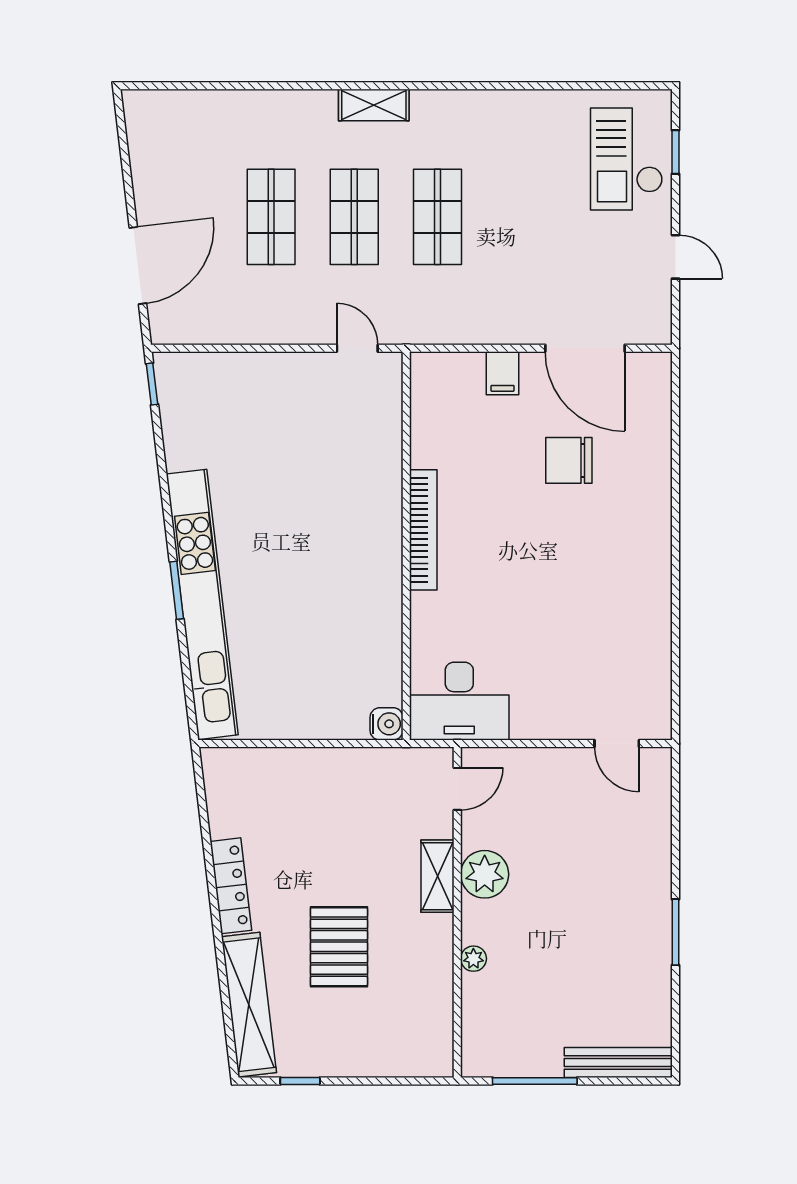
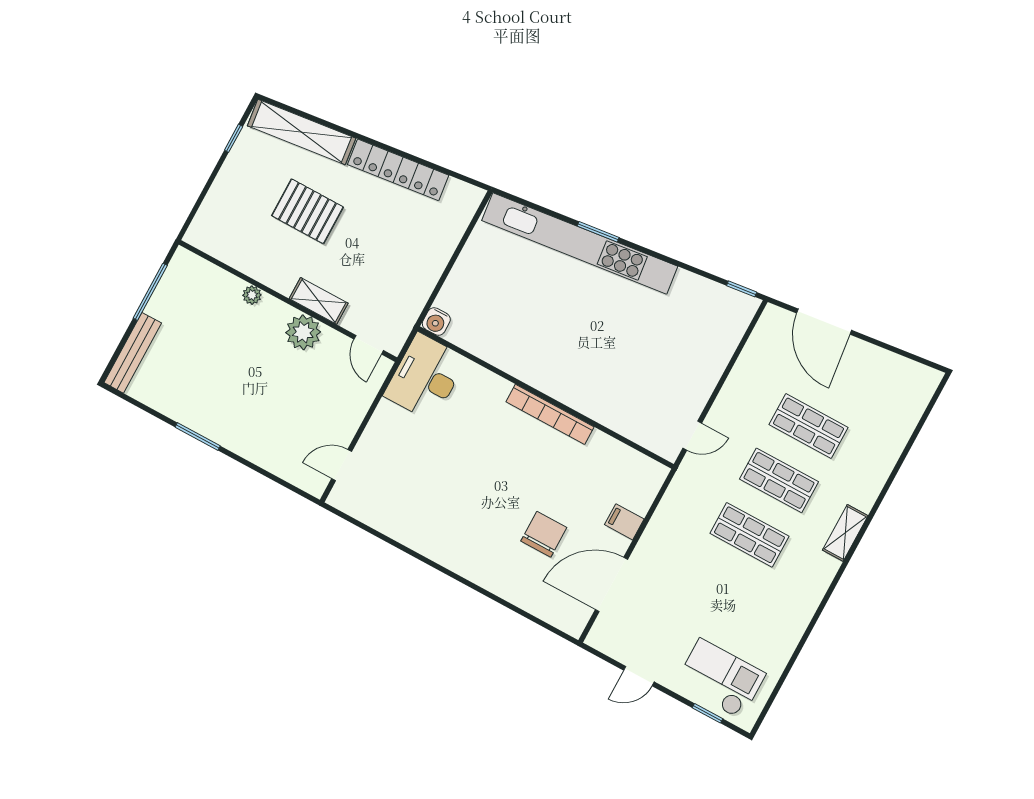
locker: (231, 886) -> (398, 170), width x1.41, depth x1.21

